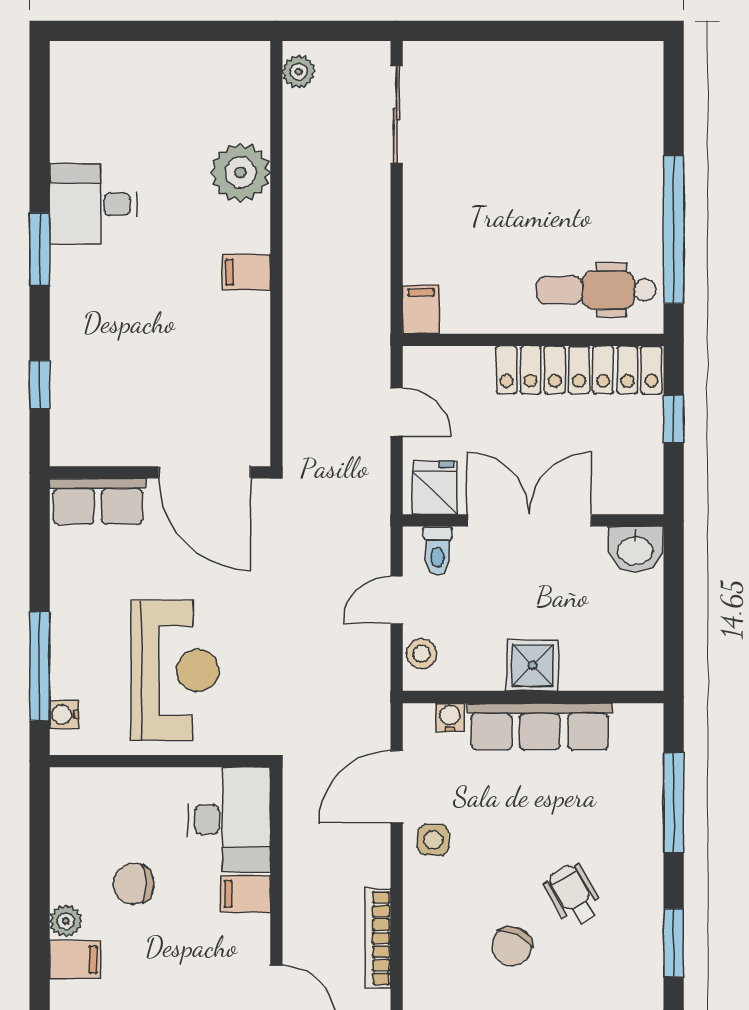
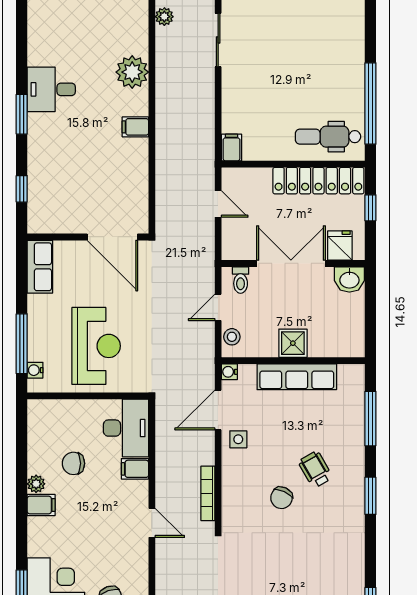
fridge: (435, 488) -> (340, 246), moved
row of seats: (98, 501) -> (40, 267), moved, turned -90
water cooler: (450, 717) -> (229, 372), moved, turned -90

